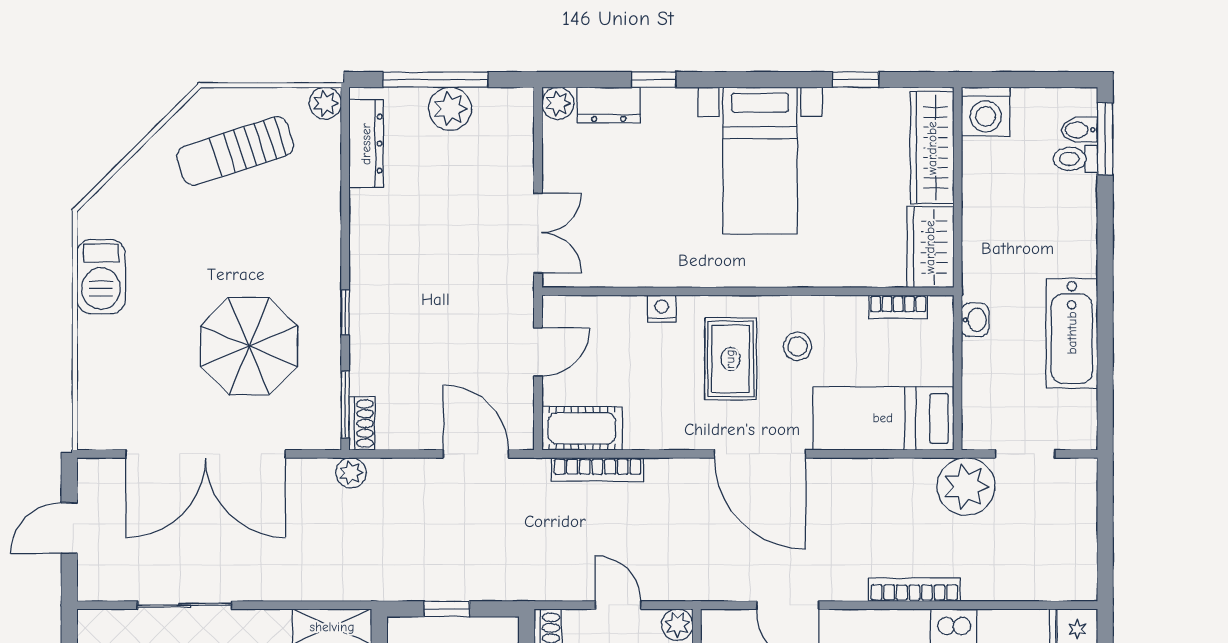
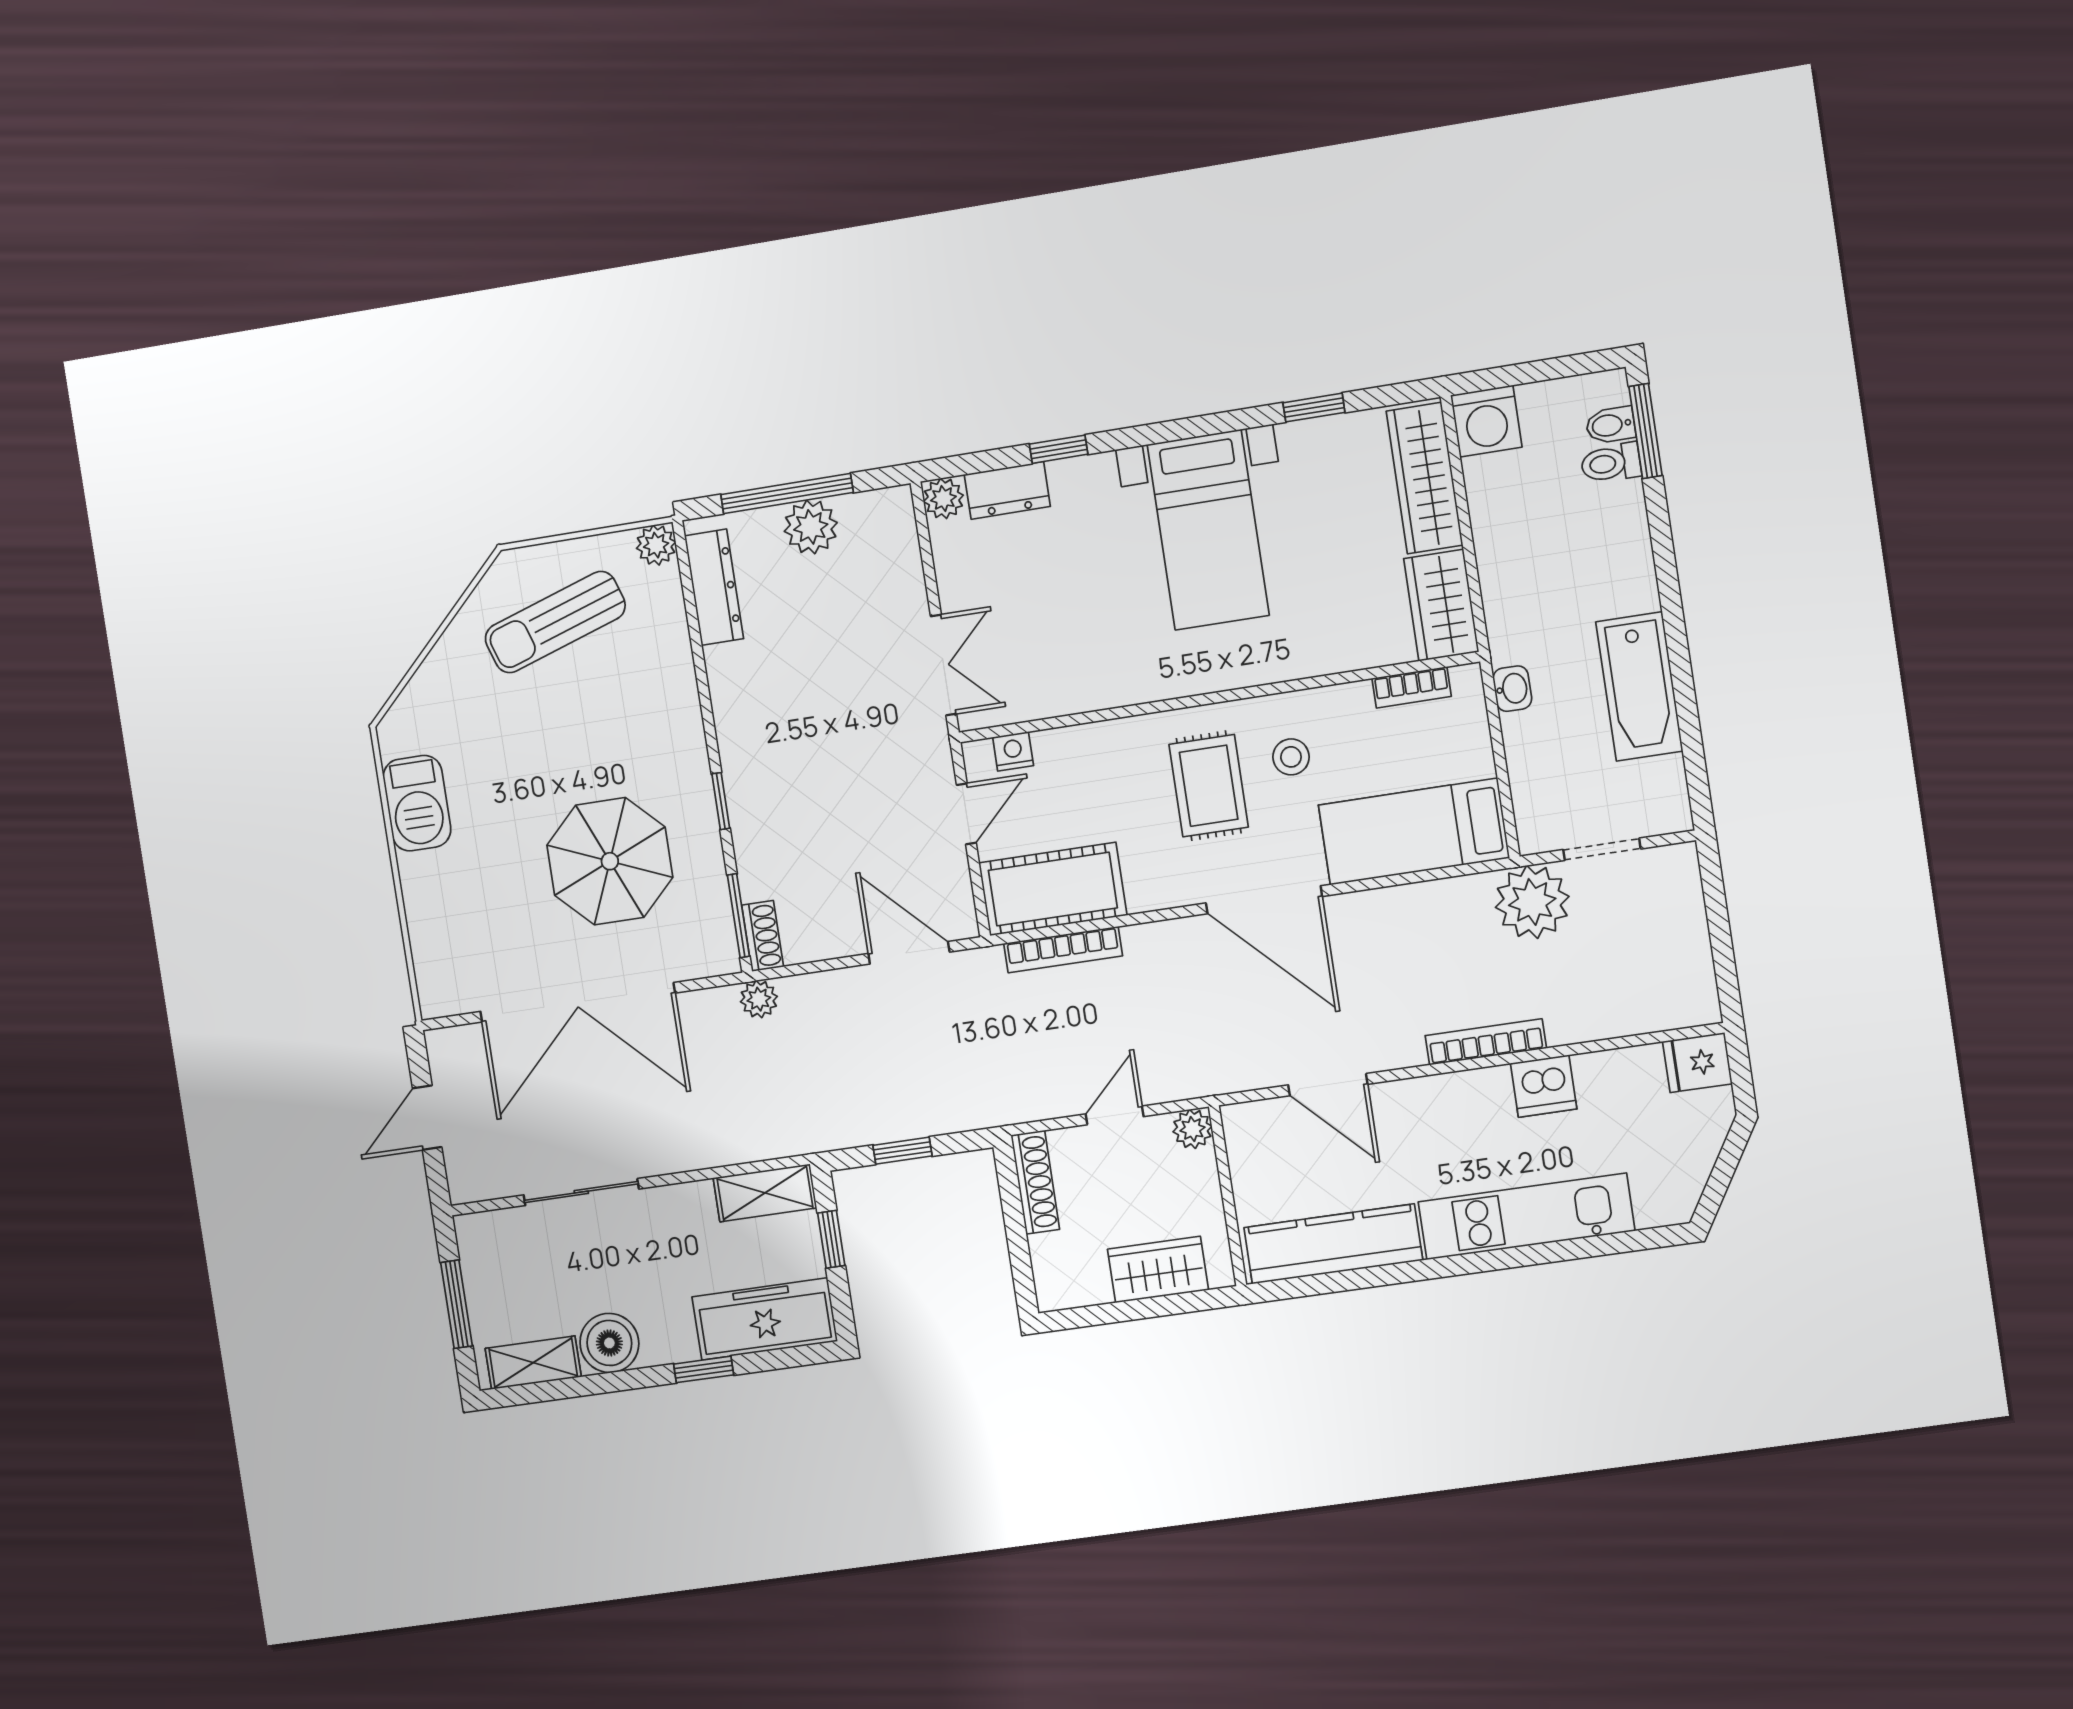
nightstand: (662, 309) -> (1013, 751), moved
cot: (582, 428) -> (1053, 889), width x1.37, depth x1.34
door: (618, 605) -> (1115, 1115), hinge flipped

